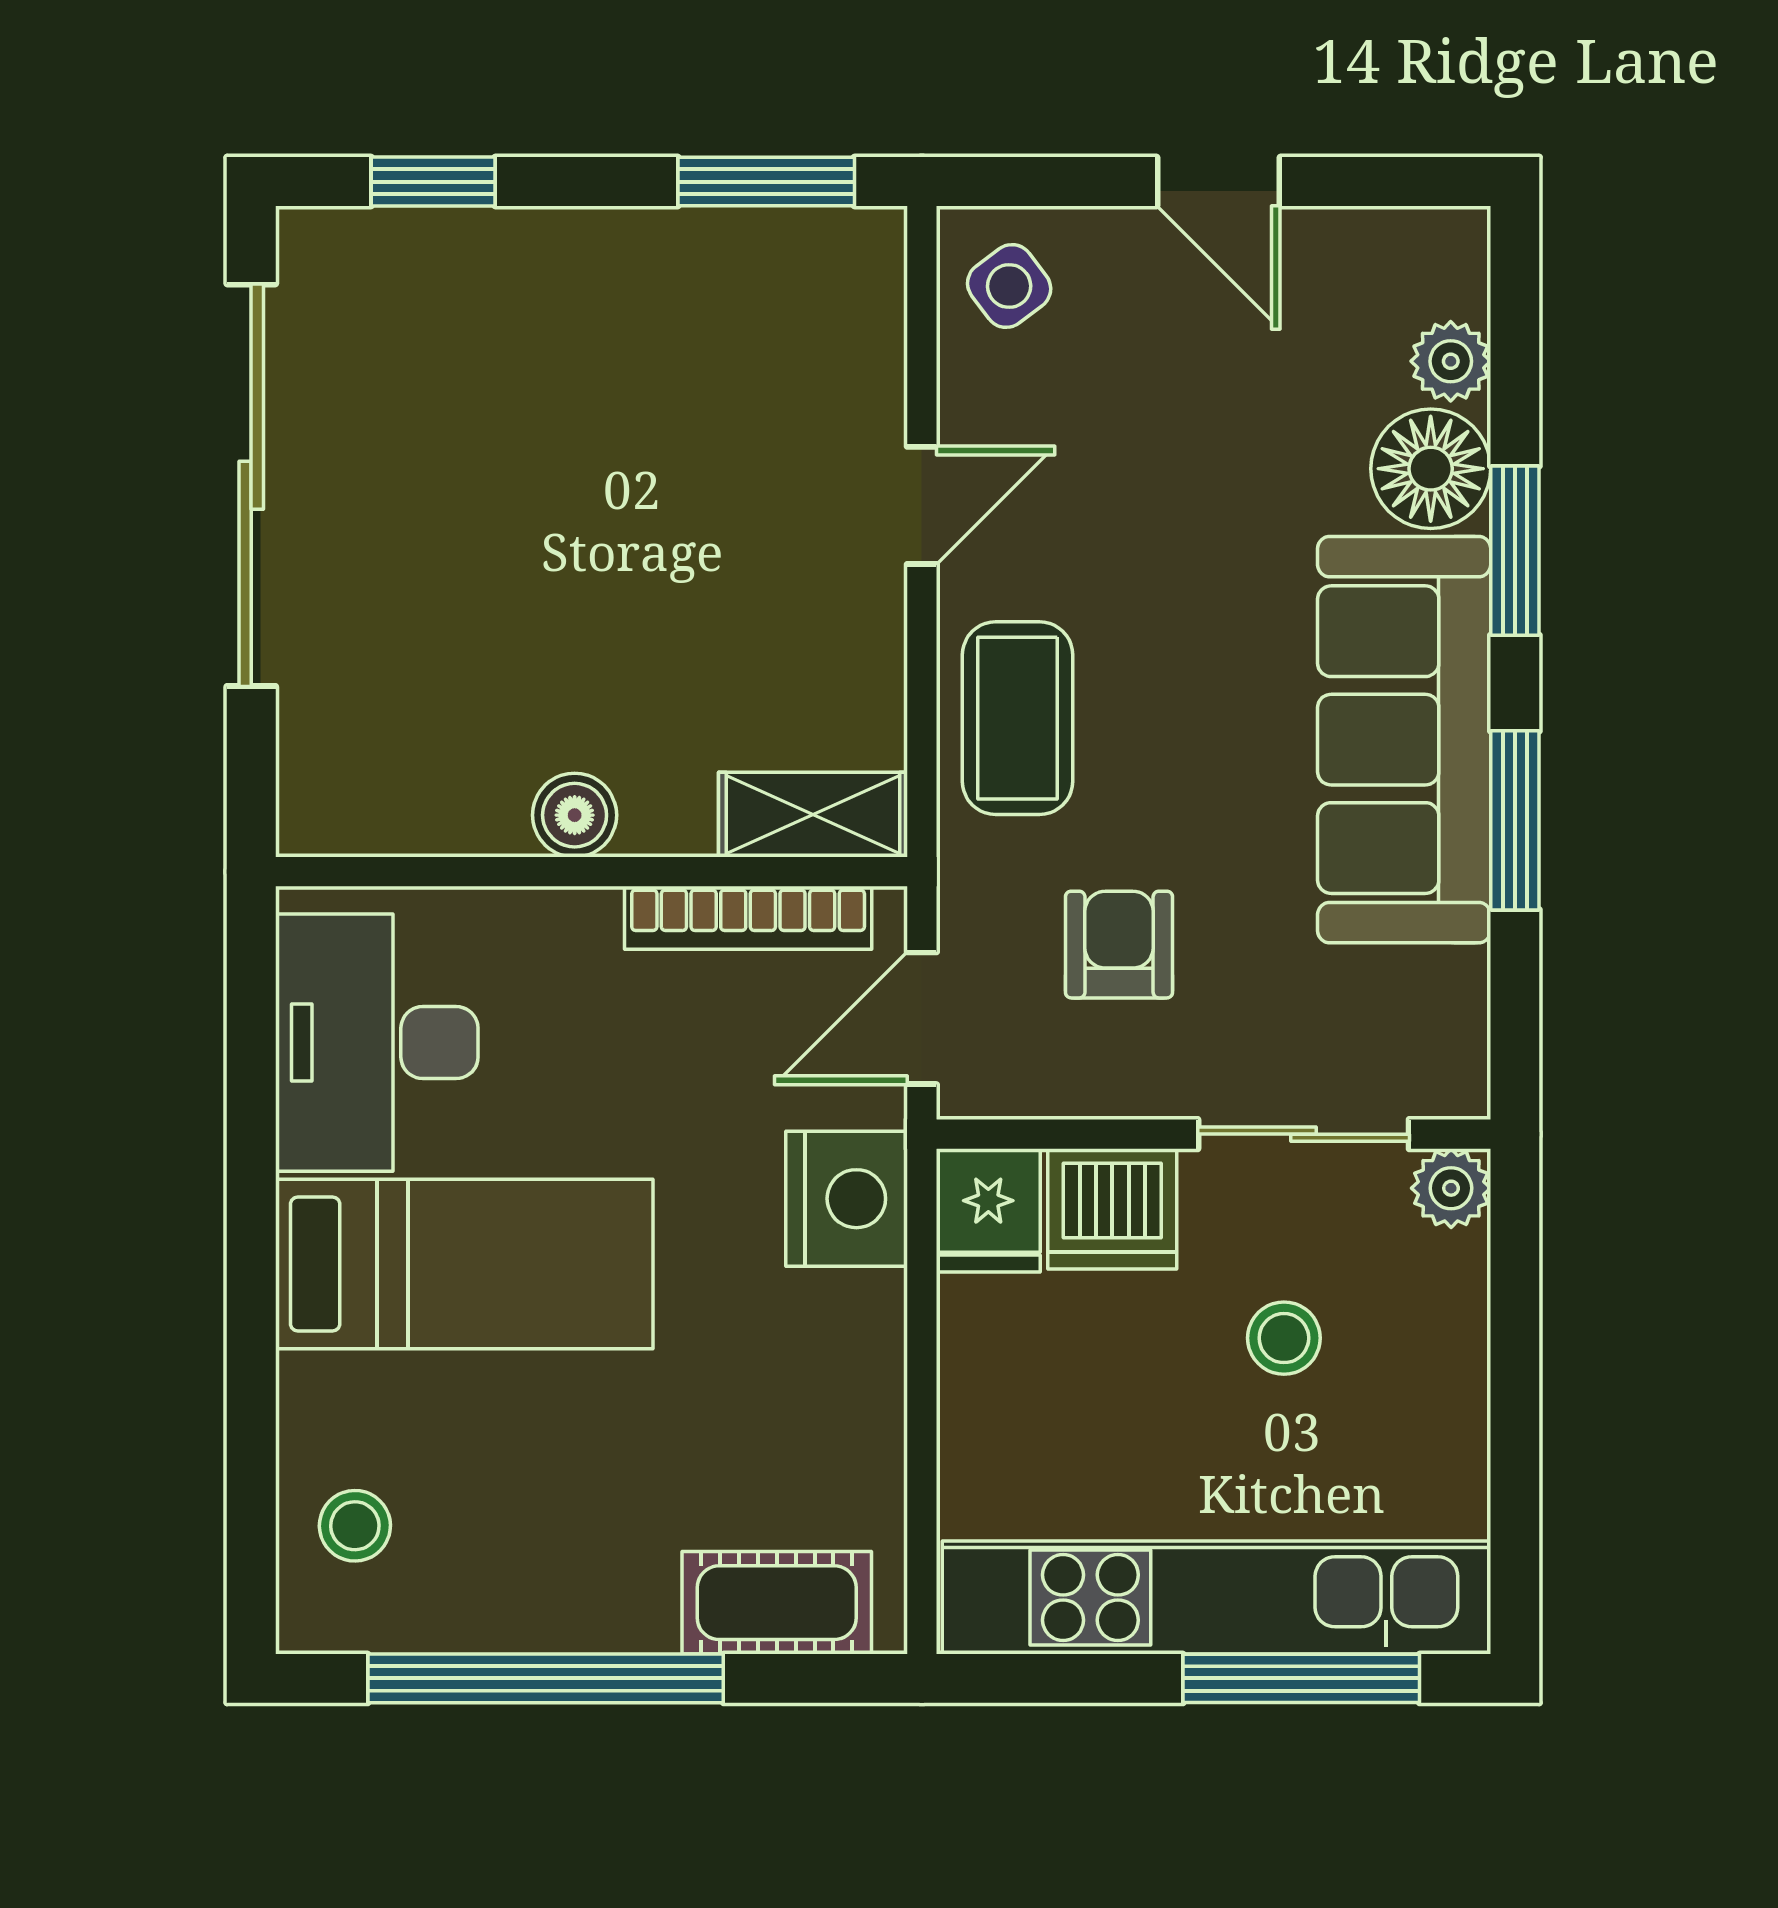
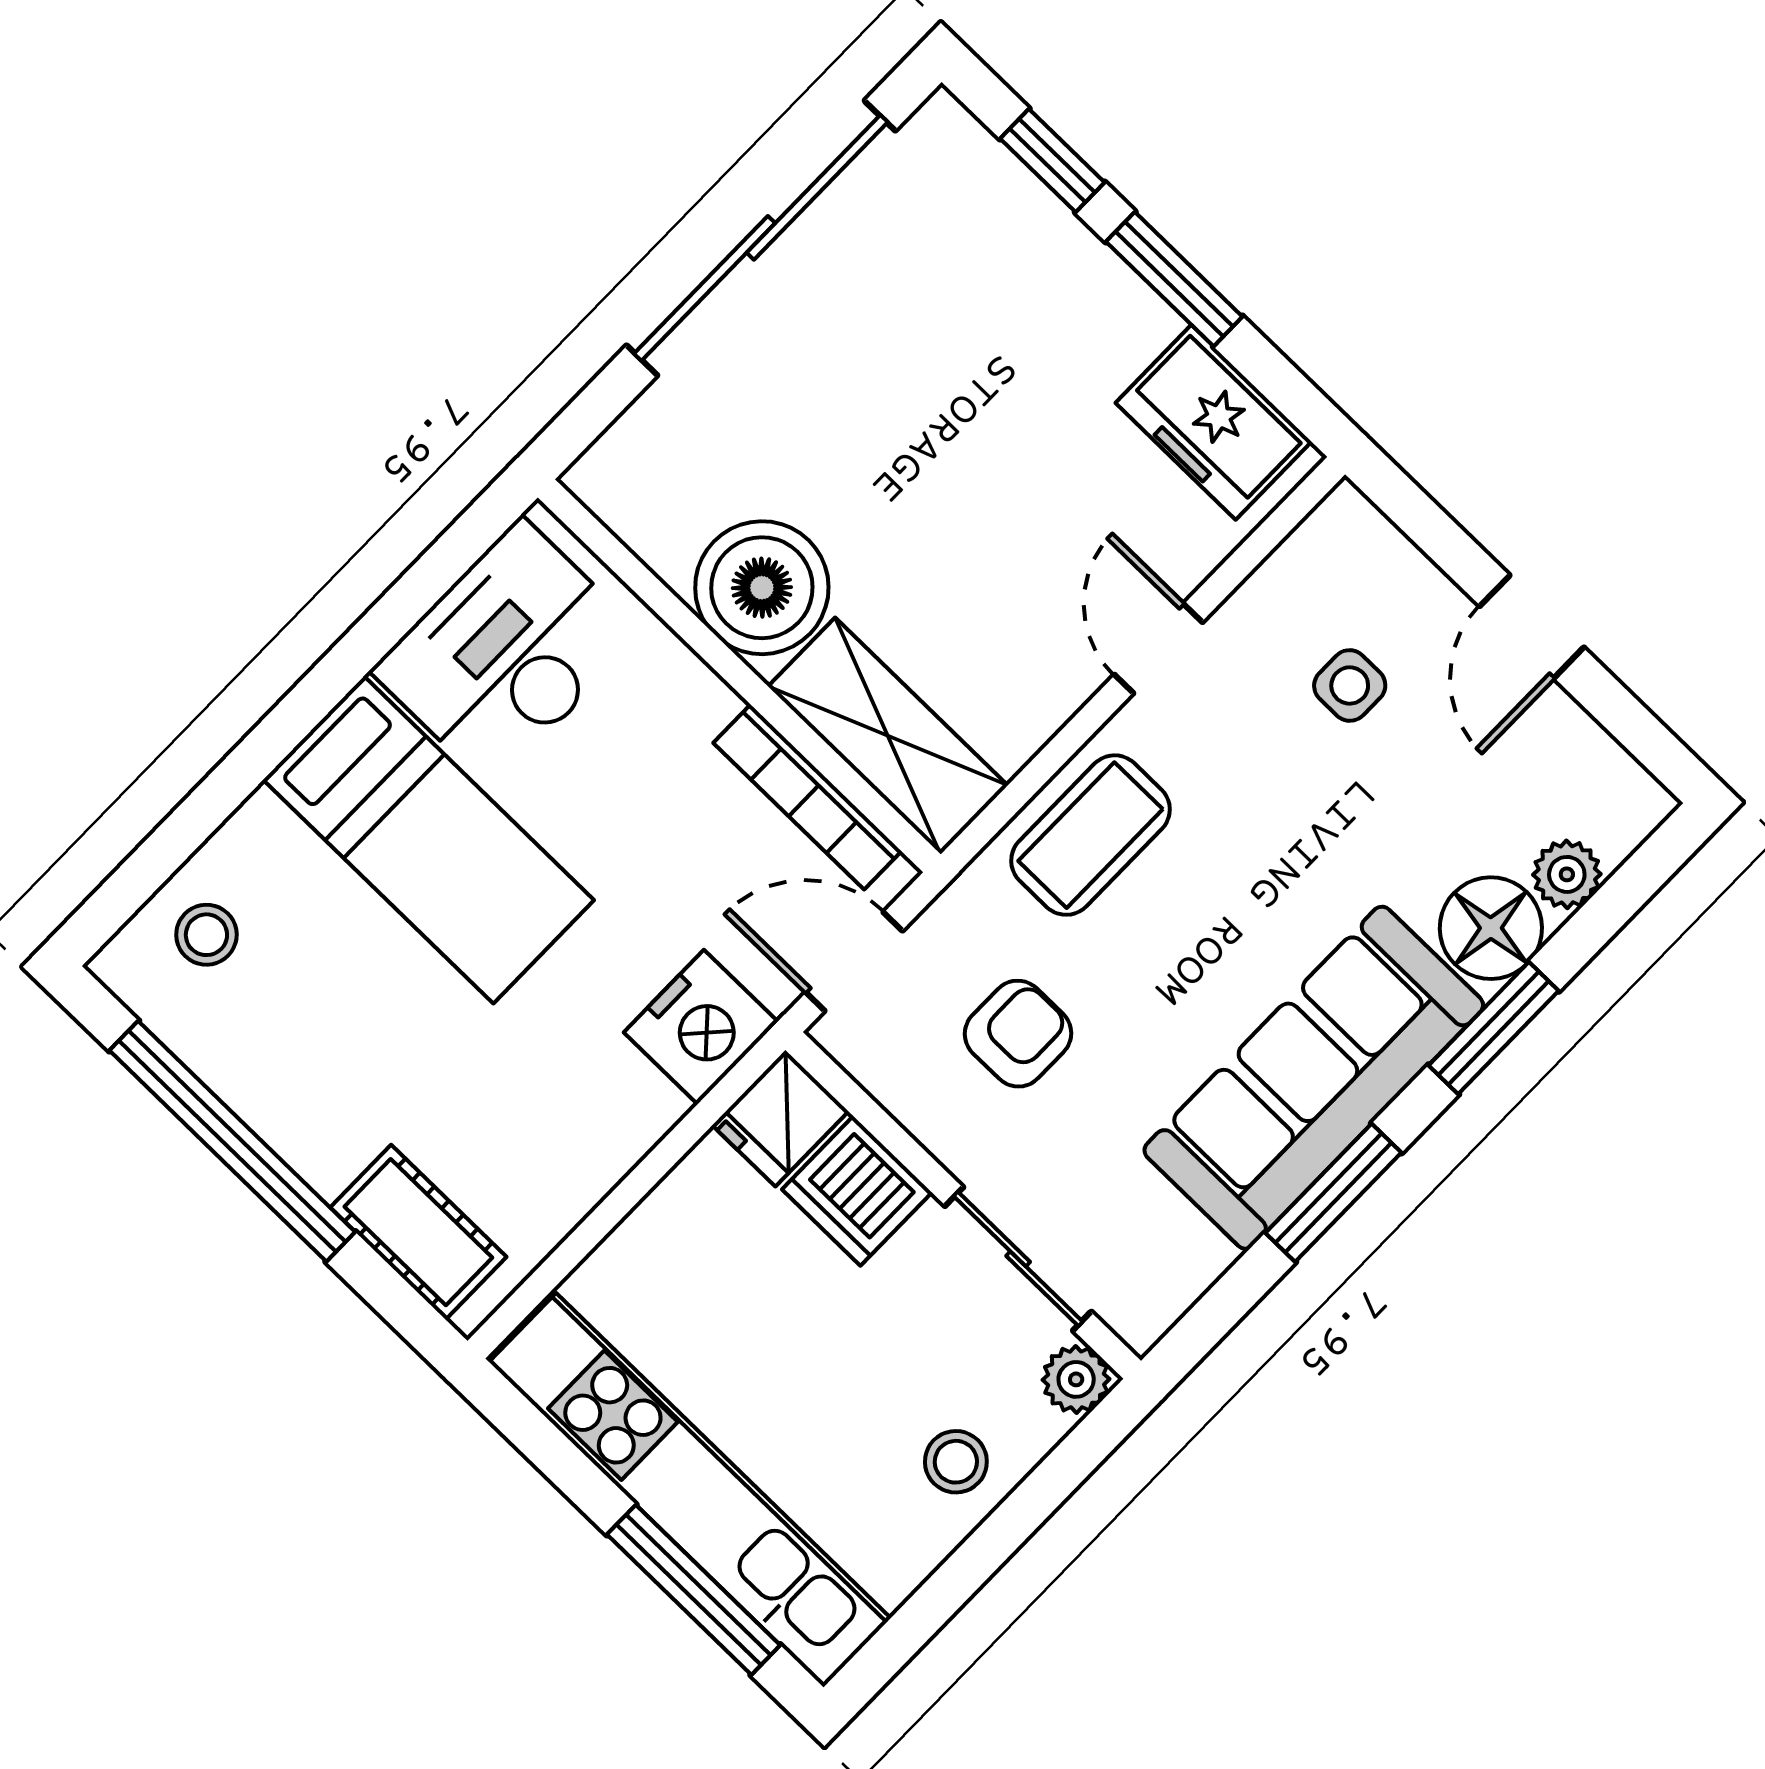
window: (766, 182) -> (1174, 279), moved
freezer: (783, 270) -> (1214, 422), added
side table: (1009, 286) -> (1350, 685), moved, turned 37
door: (922, 505) -> (1158, 648), swing flipped
boiler: (575, 815) -> (762, 588), width x1.86, depth x1.86
shelving: (813, 815) -> (888, 736), width x1.50, depth x1.33
stool: (1284, 1338) -> (956, 1462), moved

